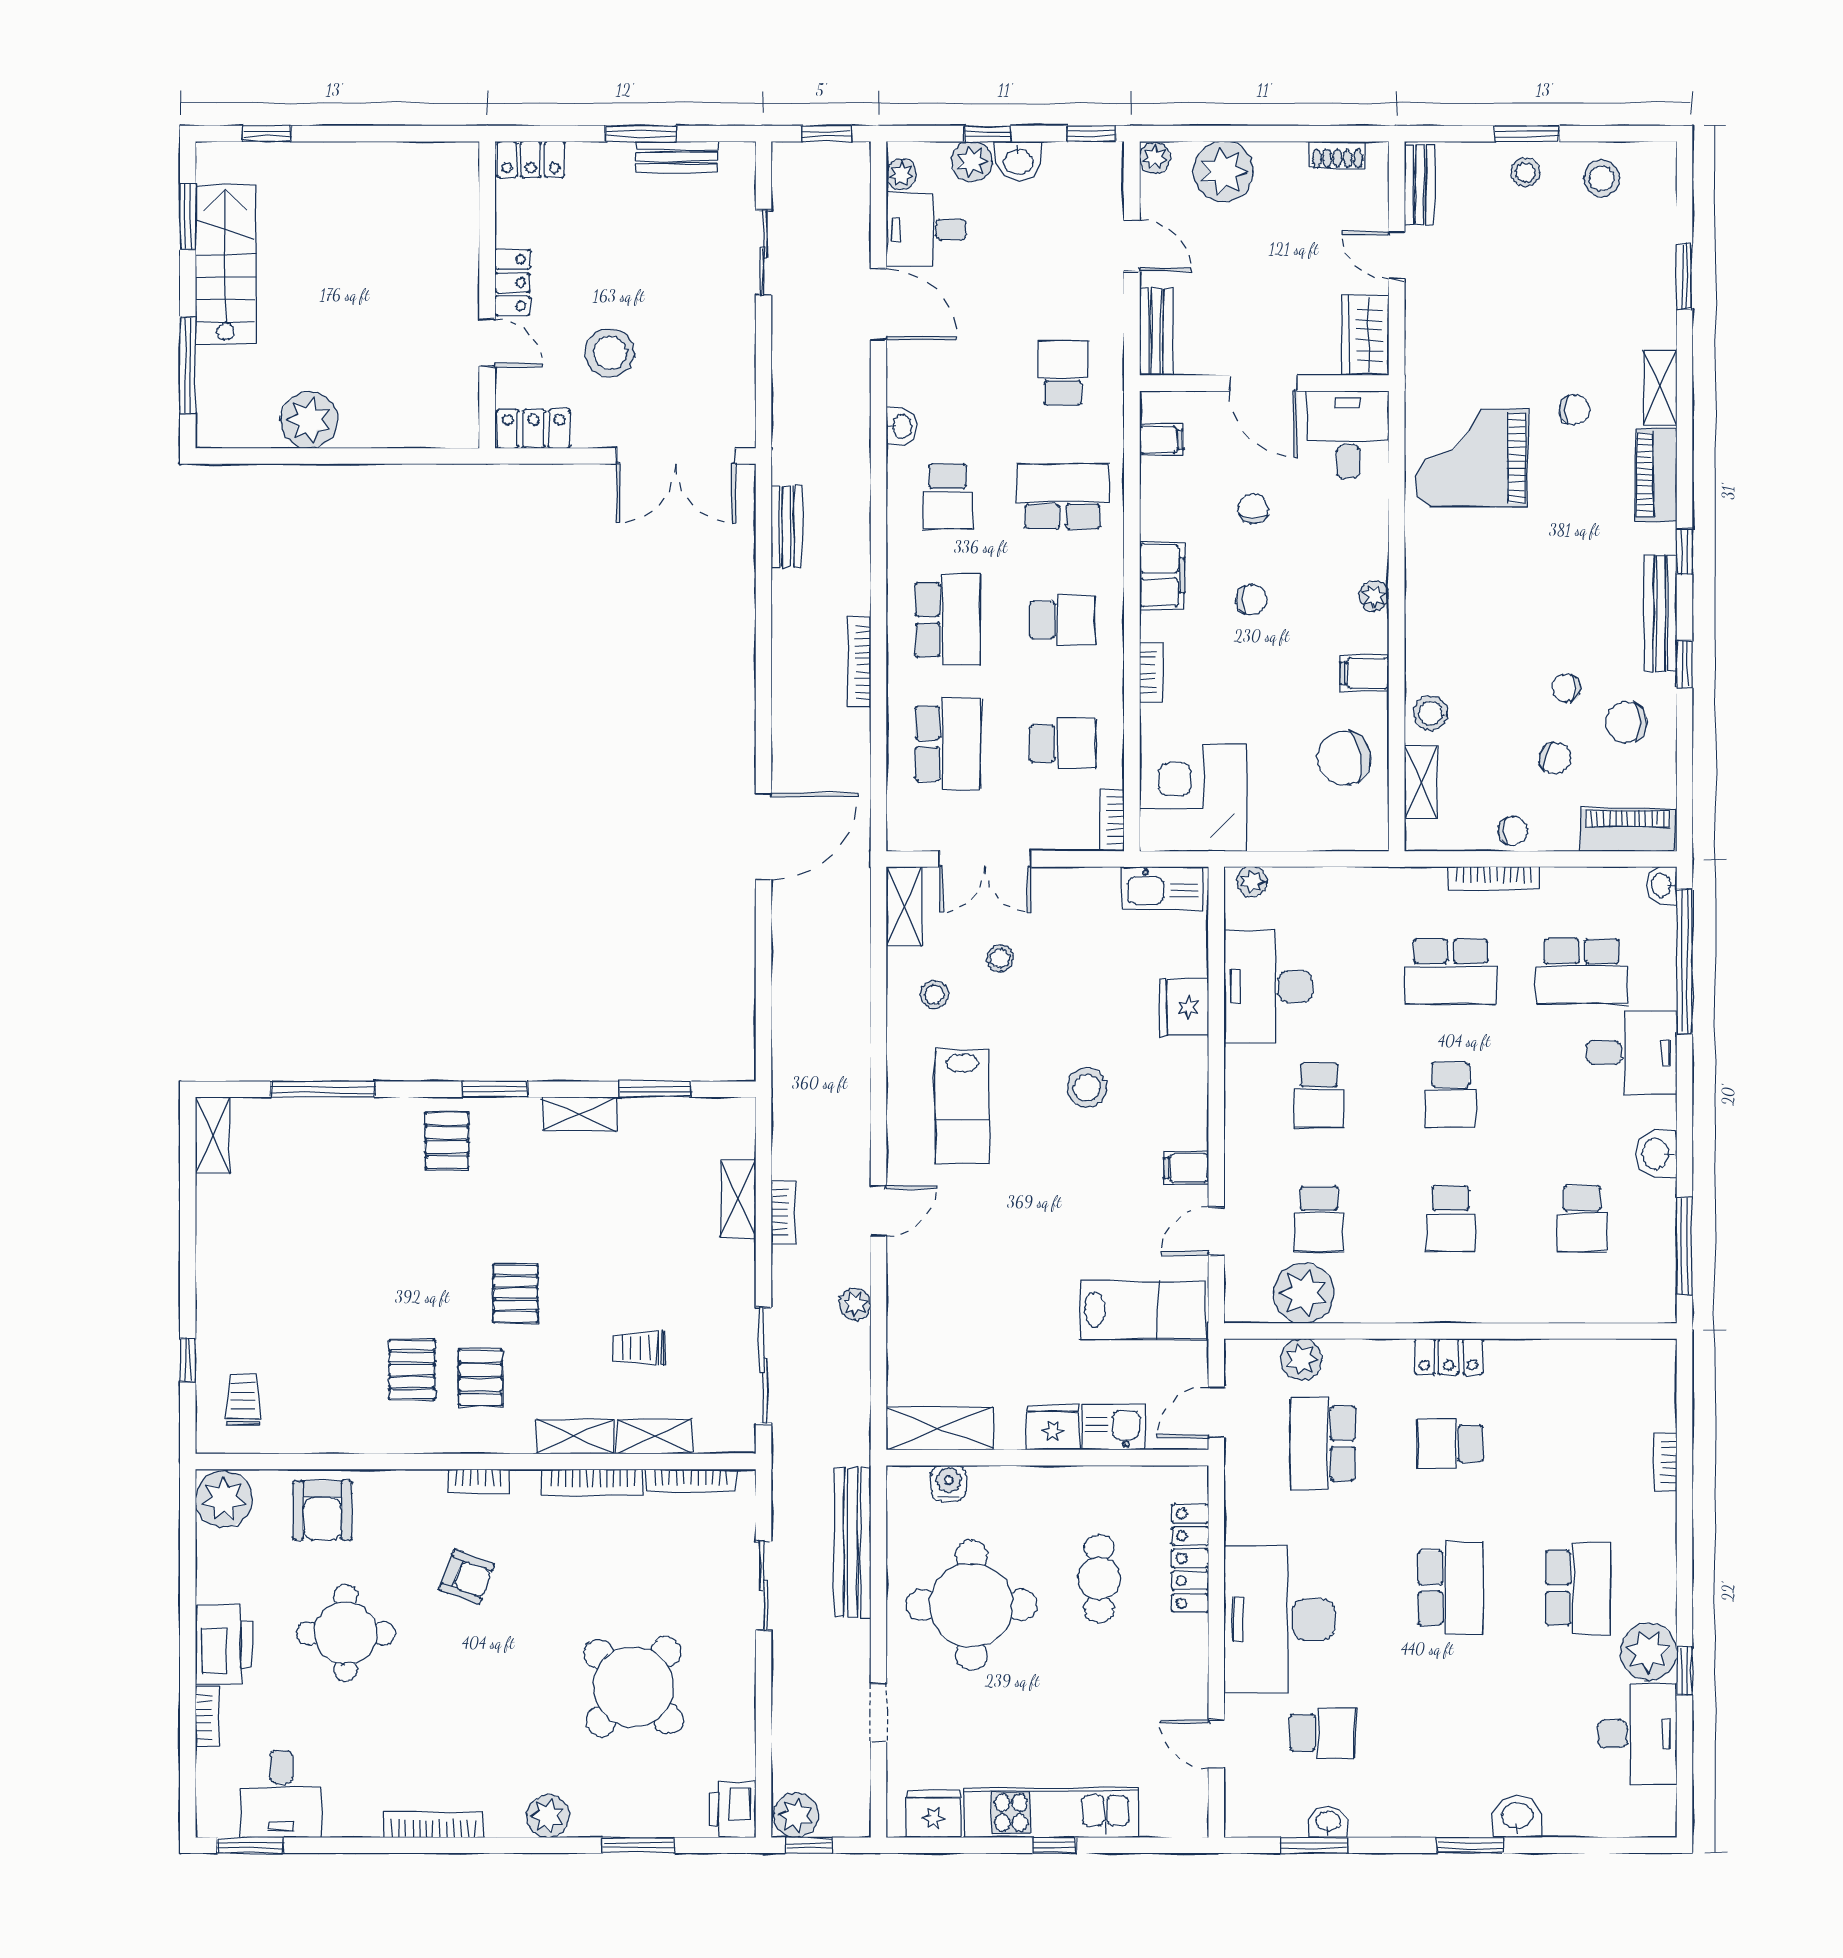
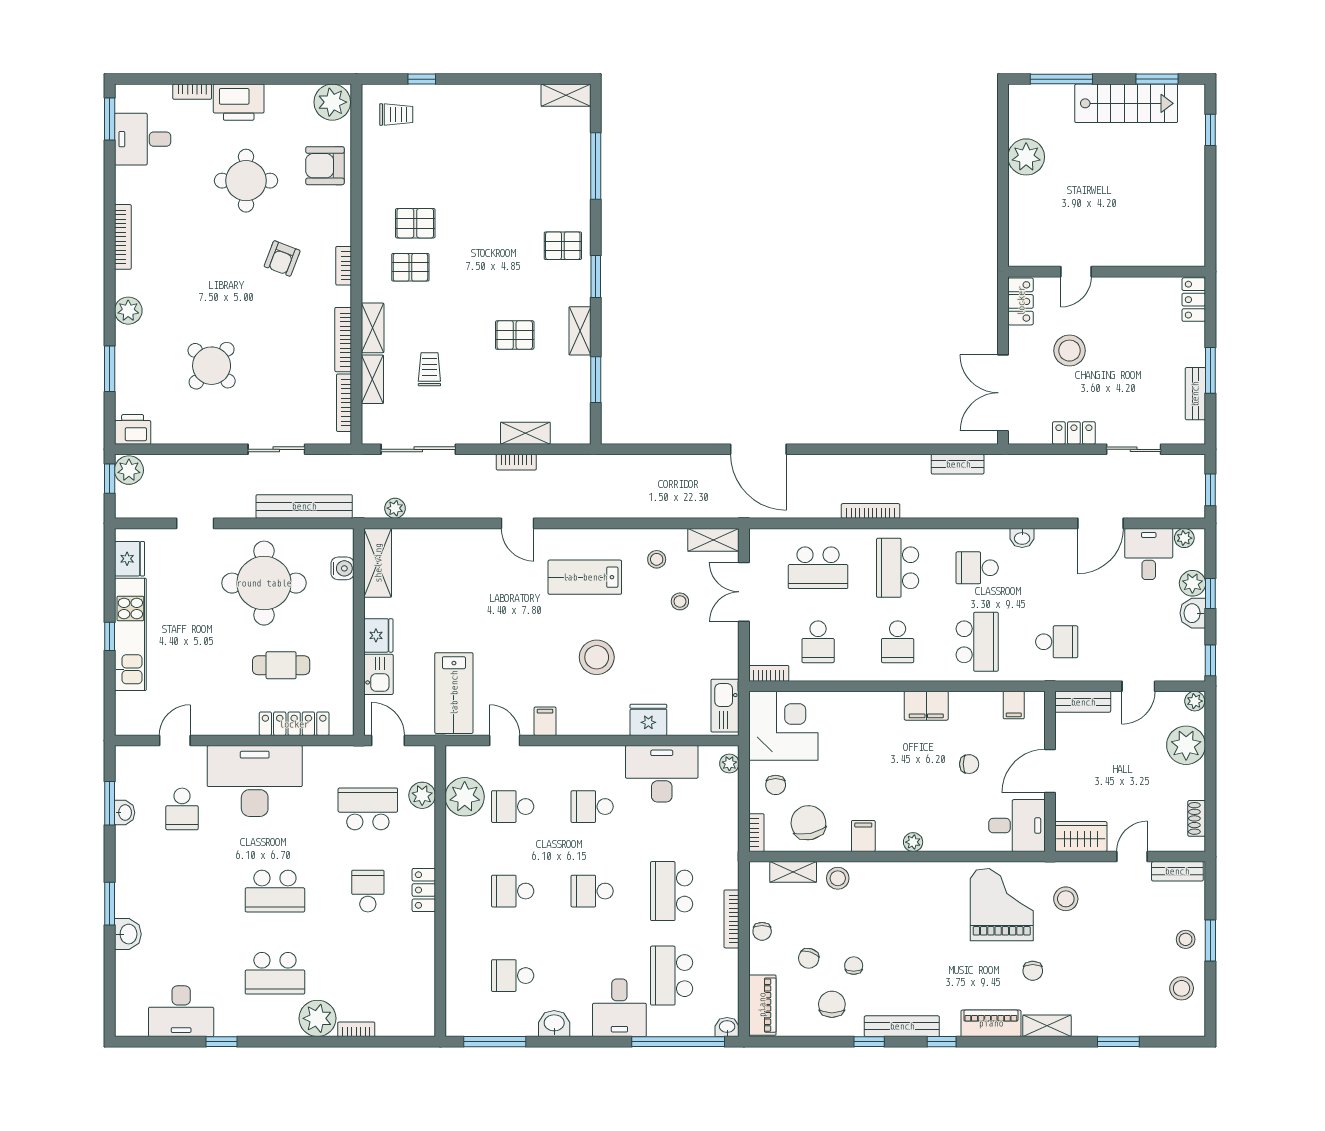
locker: (512, 283) -> (1074, 433), moved, turned 180
stool: (1462, 358) -> (1066, 899), added
chair: (1251, 600) -> (776, 785), moved
school desk: (948, 620) -> (898, 568), turned 90
bookcase: (1151, 673) -> (756, 833), moved, turned -90
stool: (1087, 1088) -> (597, 657), width x1.38, depth x1.38
pallet: (515, 1293) -> (515, 335), moved
plant: (855, 1304) -> (395, 508), moved
plant: (1648, 1652) -> (318, 1018), moved
round table: (633, 1687) -> (212, 366), width x0.73, depth x0.73

